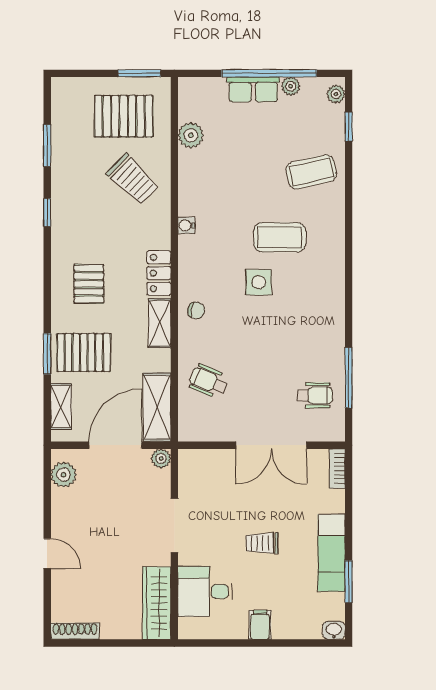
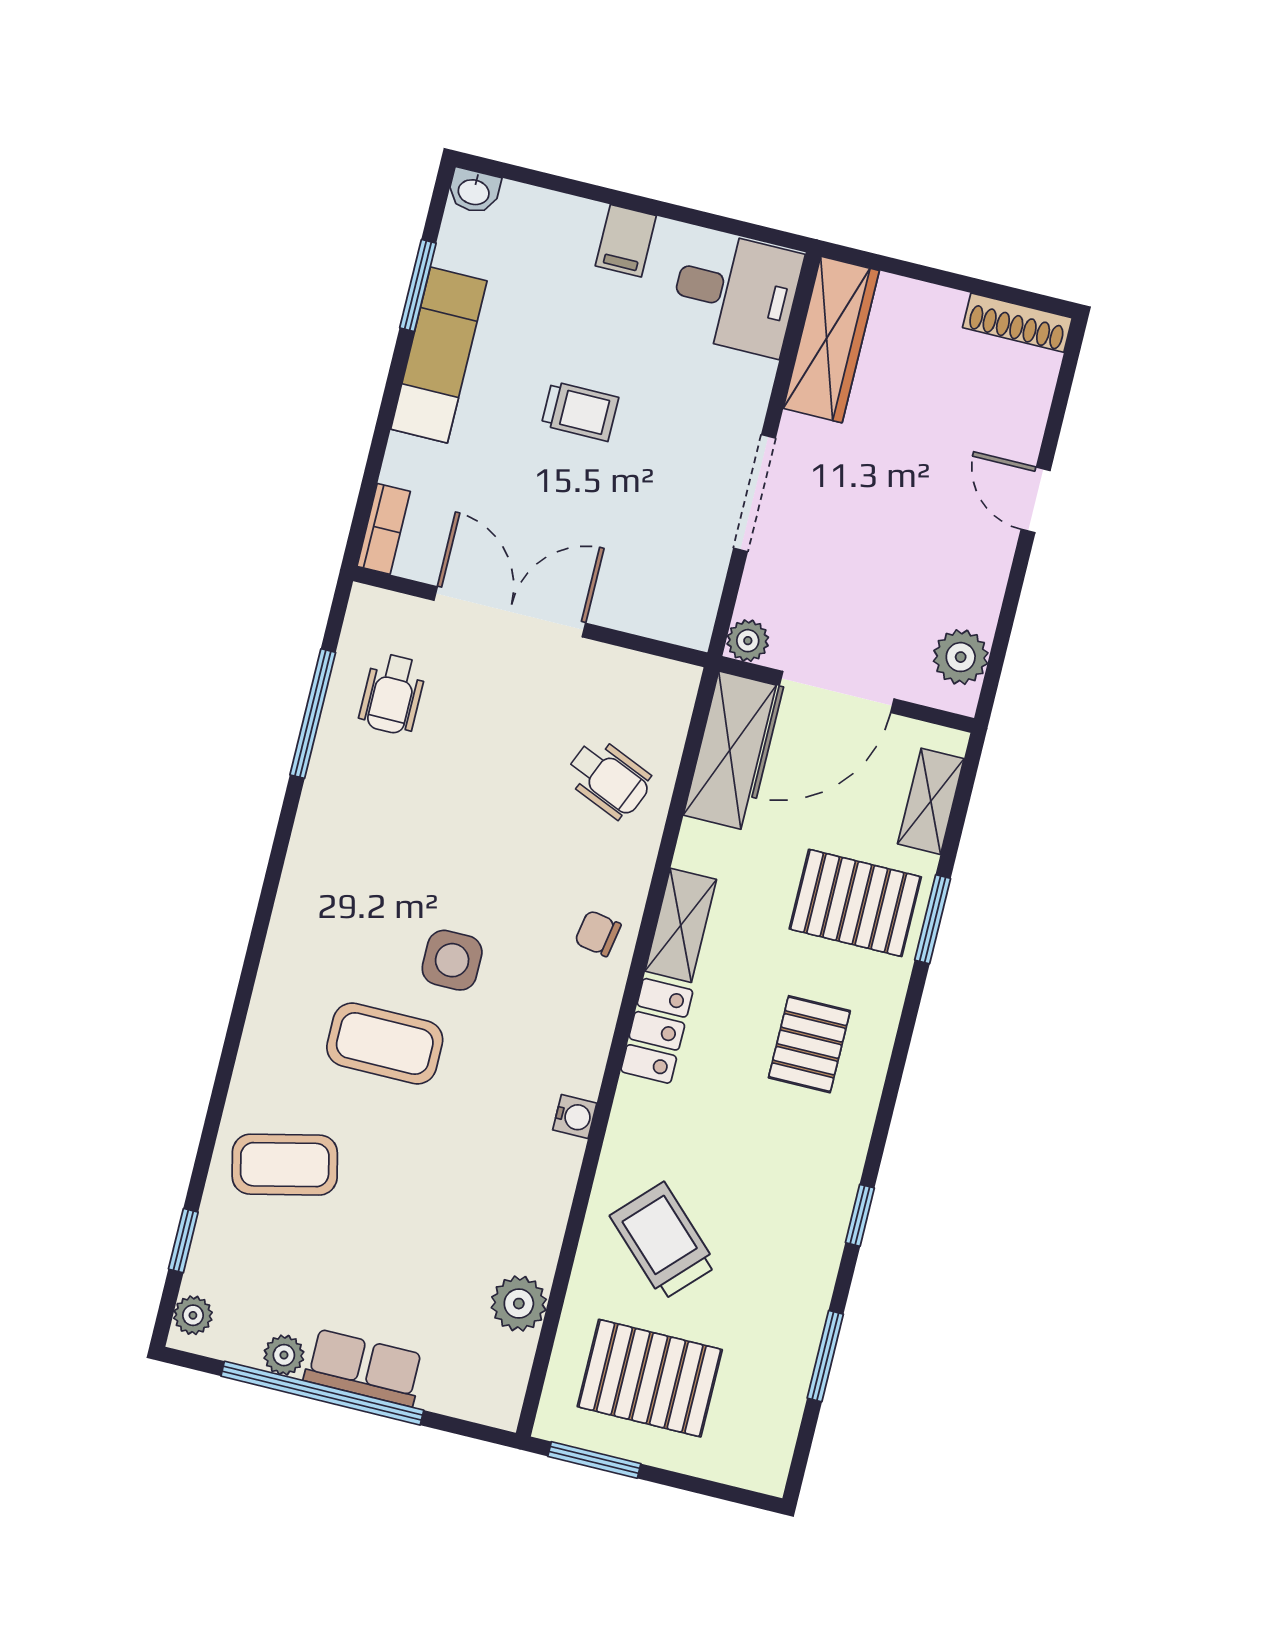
wheelchair: (315, 395) -> (392, 694), turned -90
desk: (205, 591) -> (735, 293), moved

